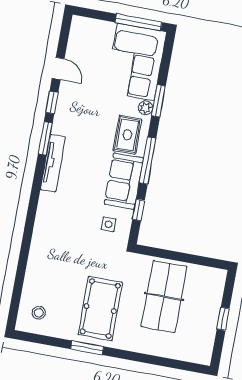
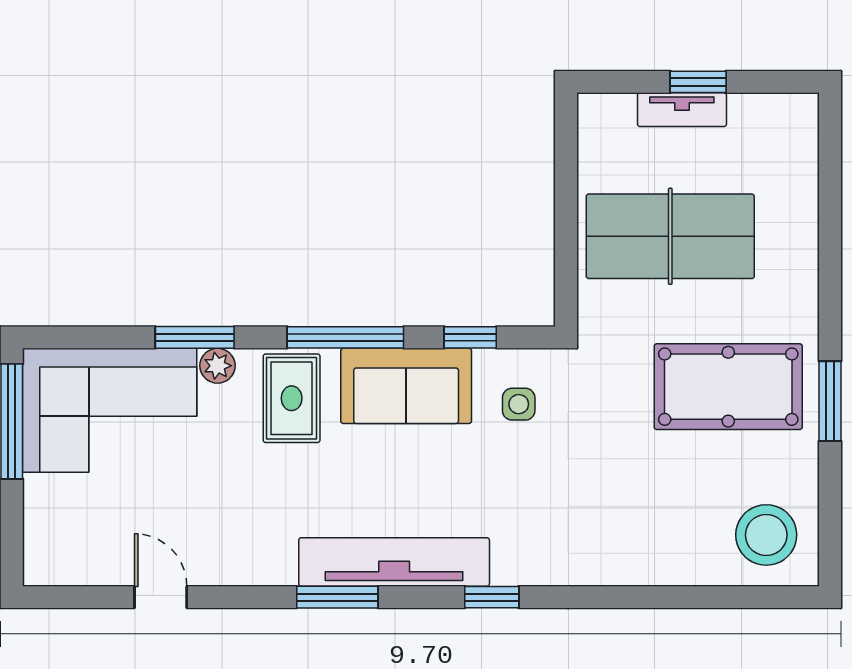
door: (58, 68) -> (161, 597), hinge flipped
window: (52, 102) -> (492, 597), moved
rug: (127, 135) -> (292, 398), turned 90
tv unit: (53, 163) -> (394, 562), width x1.36, depth x1.29
tv unit: (213, 310) -> (682, 110), added
stool: (39, 313) -> (766, 535), width x1.89, depth x1.89

